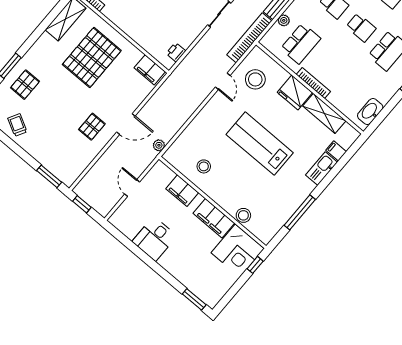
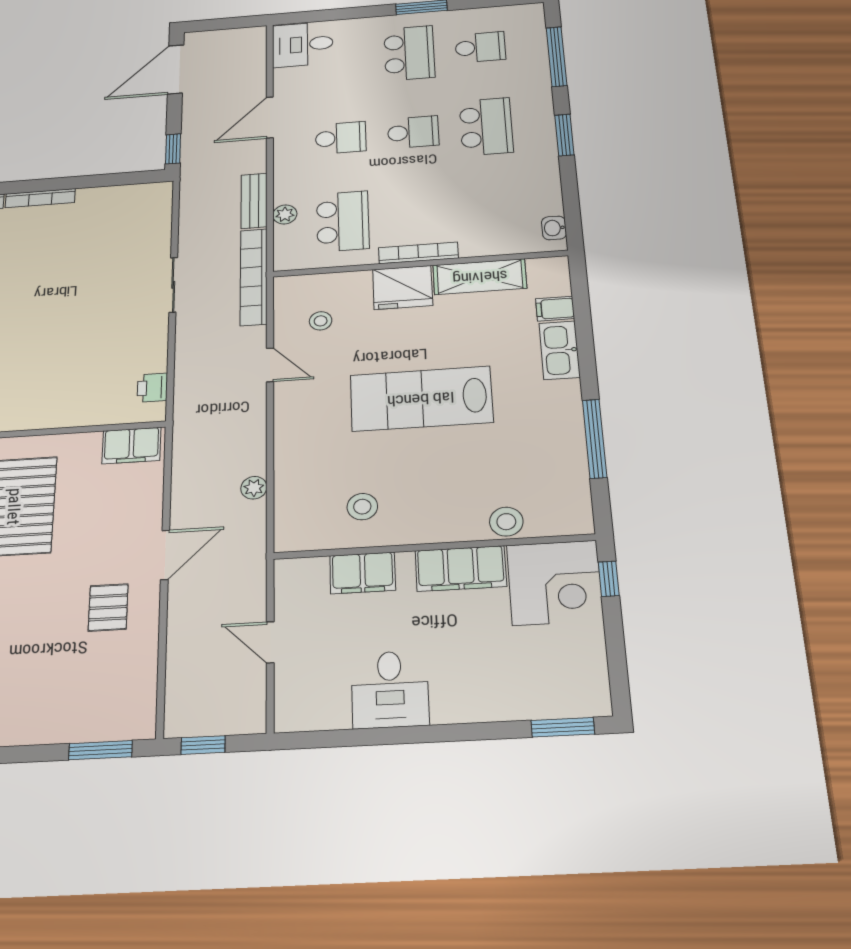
stool: (255, 79) -> (321, 321), width x0.53, depth x0.53
washbasin: (370, 112) -> (554, 228), width x0.52, depth x0.69
plant: (159, 145) -> (254, 488), moved

